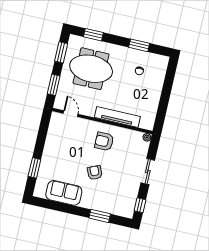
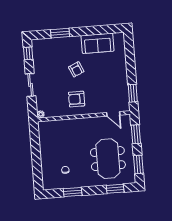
meeting table: (91, 69) -> (108, 159), turned 90
tv unit: (117, 117) -> (72, 124), removed
armchair: (104, 141) -> (77, 99), turned 180
window: (34, 168) -> (133, 93), moved

